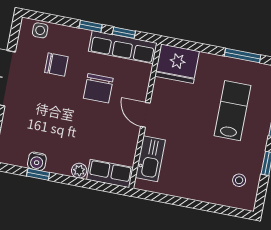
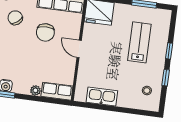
chair: (56, 65) -> (15, 18), turned -128
kitchen sink: (150, 159) -> (102, 97), moved, turned -90

